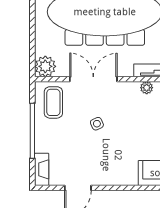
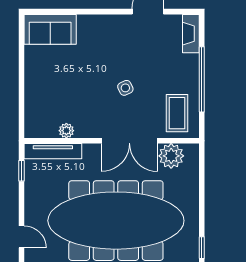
plant: (45, 66) -> (171, 156), moved

